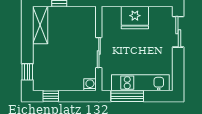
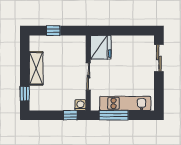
fridge: (135, 18) -> (101, 47), moved, turned -90
shelving: (40, 25) -> (36, 68), moved
window: (51, 96) -> (70, 115), moved

